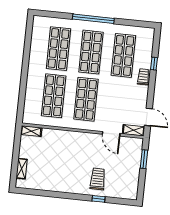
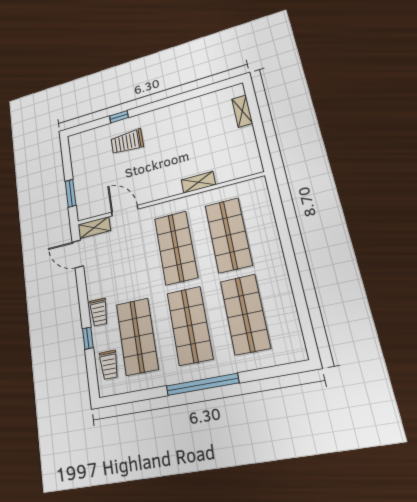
trolley: (145, 45) -> (109, 365), added
shelving: (31, 131) -> (198, 182), moved
trolley: (98, 179) -> (127, 142), turned 90

